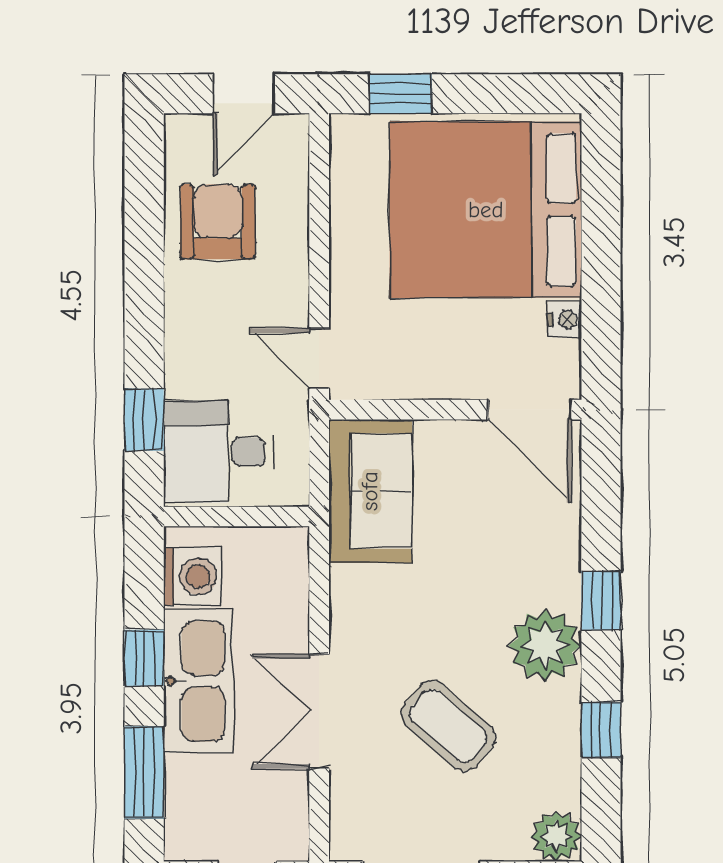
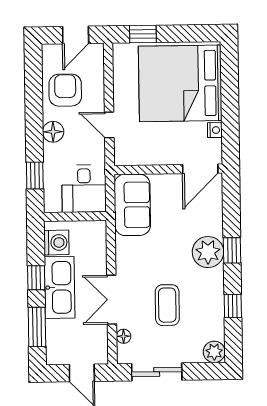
floor lamp: (188, 318) -> (53, 132), added
door: (319, 359) -> (109, 125), moved
door: (530, 410) -> (200, 169), hinge flipped
desk: (219, 452) -> (84, 189), moved, turned -90
plant: (545, 645) -> (208, 252), moved
coffee table: (448, 726) -> (167, 305), turned 49
floor lamp: (346, 797) -> (124, 336), added

